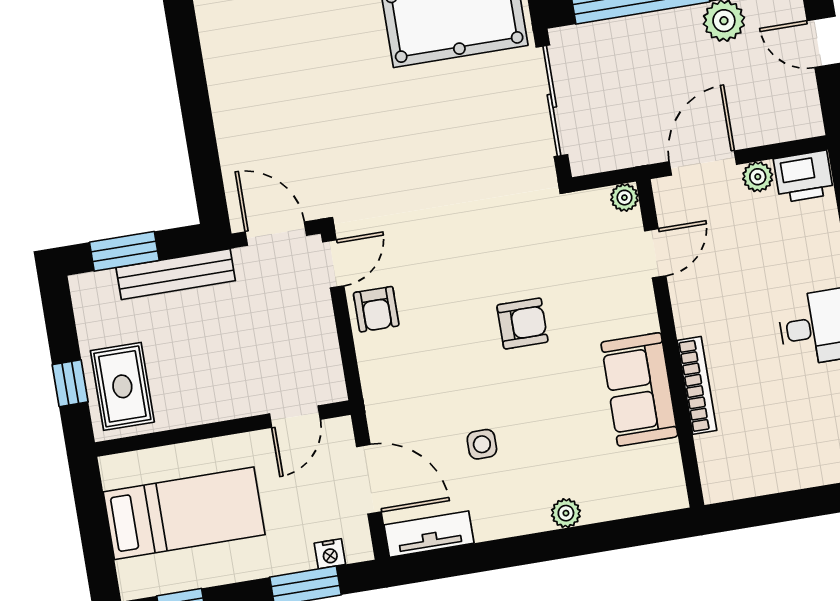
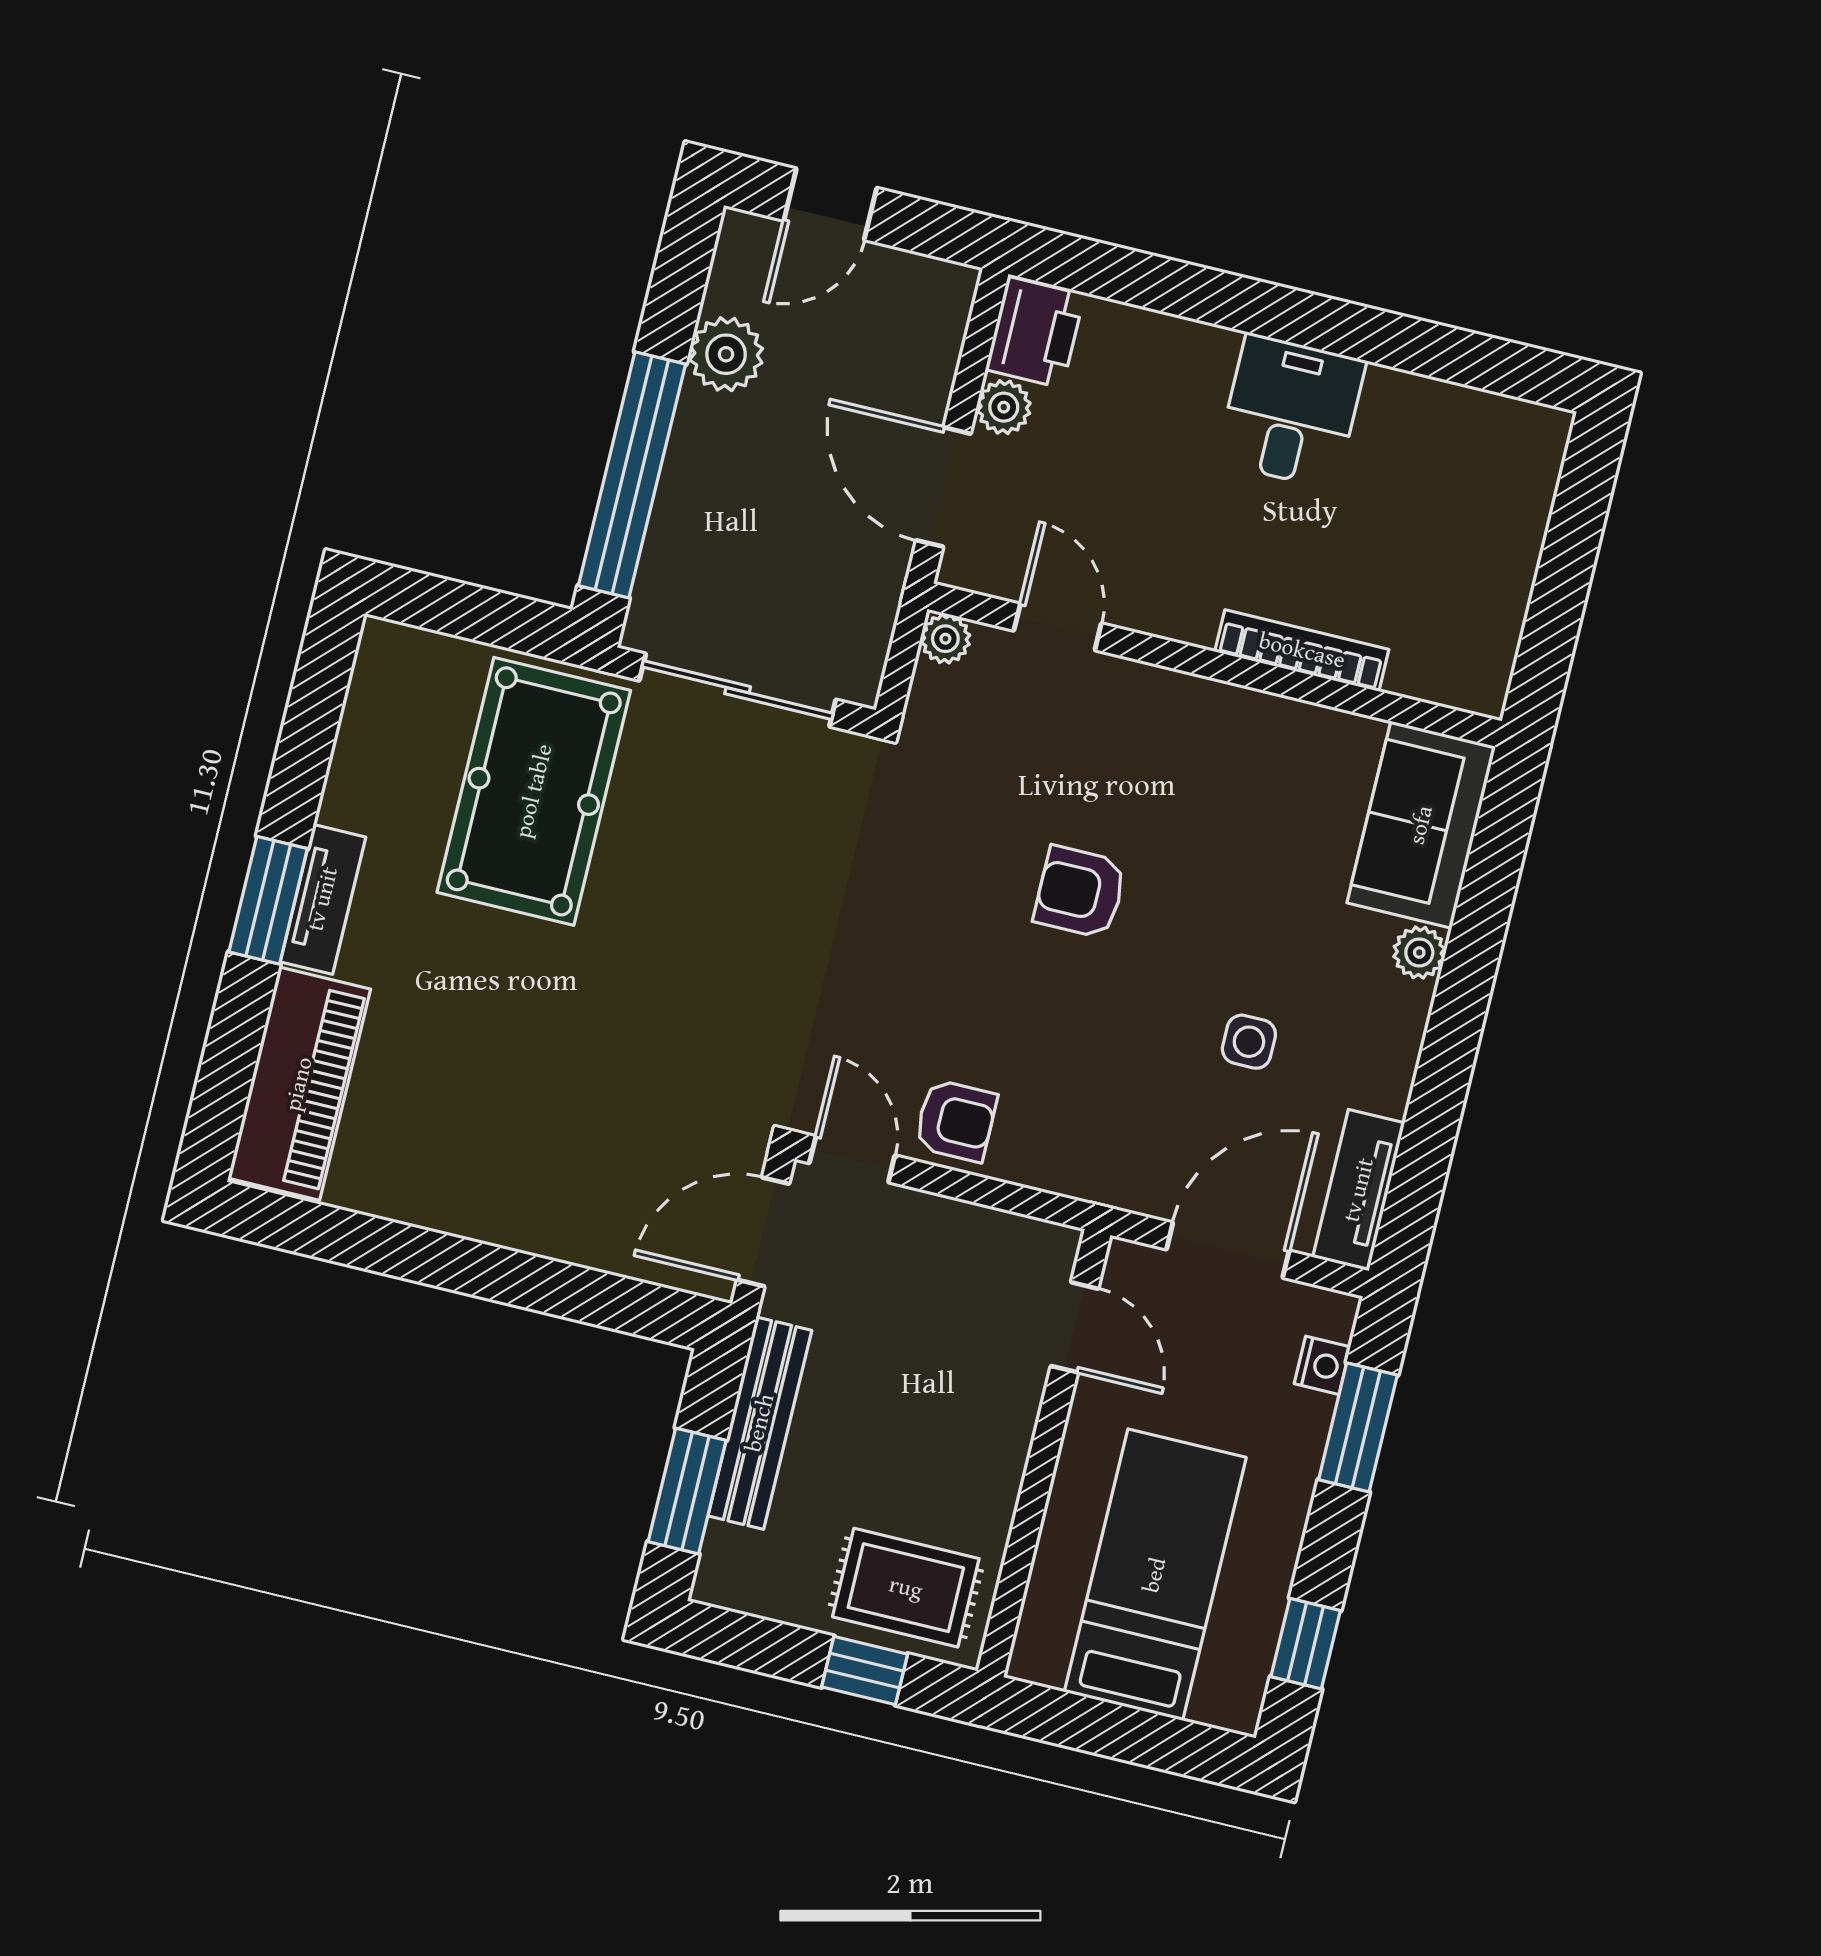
armchair: (522, 323) -> (1080, 892), turned -90
sofa: (639, 389) -> (1421, 825), moved, turned 90

